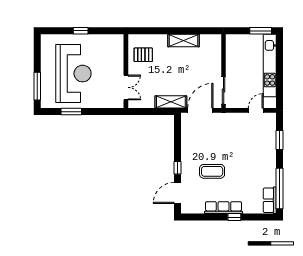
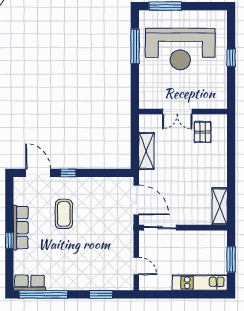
window: (261, 31) -> (231, 259), moved
shelving: (183, 40) -> (220, 206), moved
kitchen unit: (270, 66) -> (200, 283), width x0.73
double door: (126, 87) -> (177, 111), moved
shelving: (171, 102) -> (146, 151), moved
window: (71, 112) -> (135, 46), width x1.44

